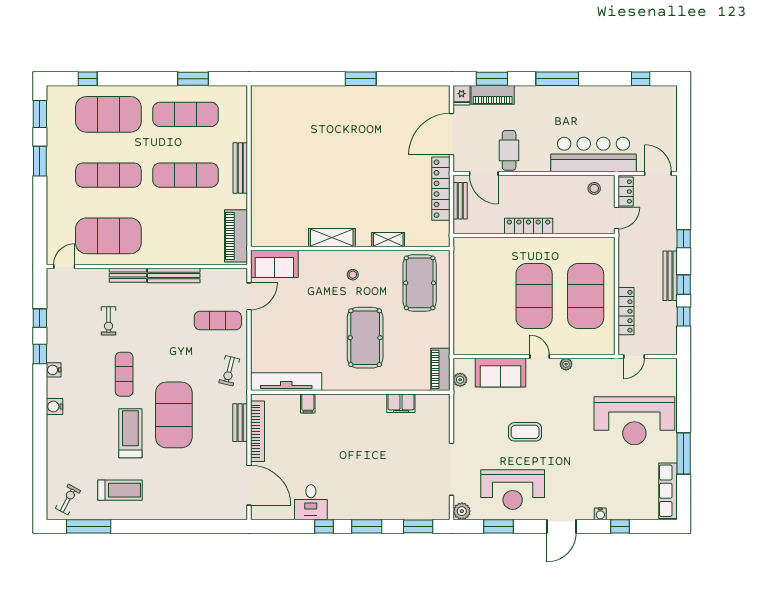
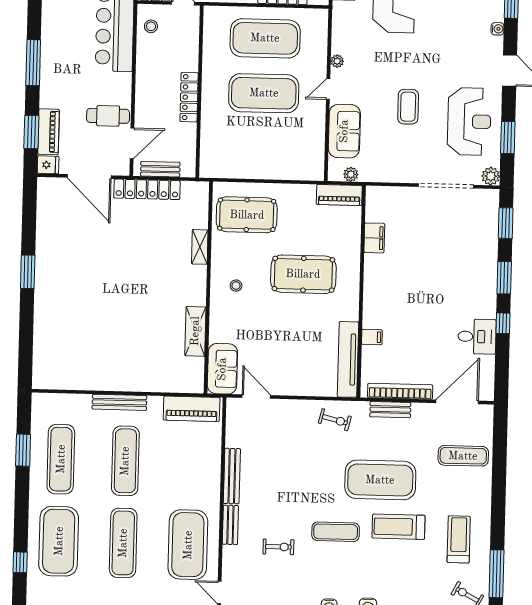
shelving: (332, 238) -> (195, 331), moved
exercise mat: (218, 321) -> (463, 456), moved, turned 90

